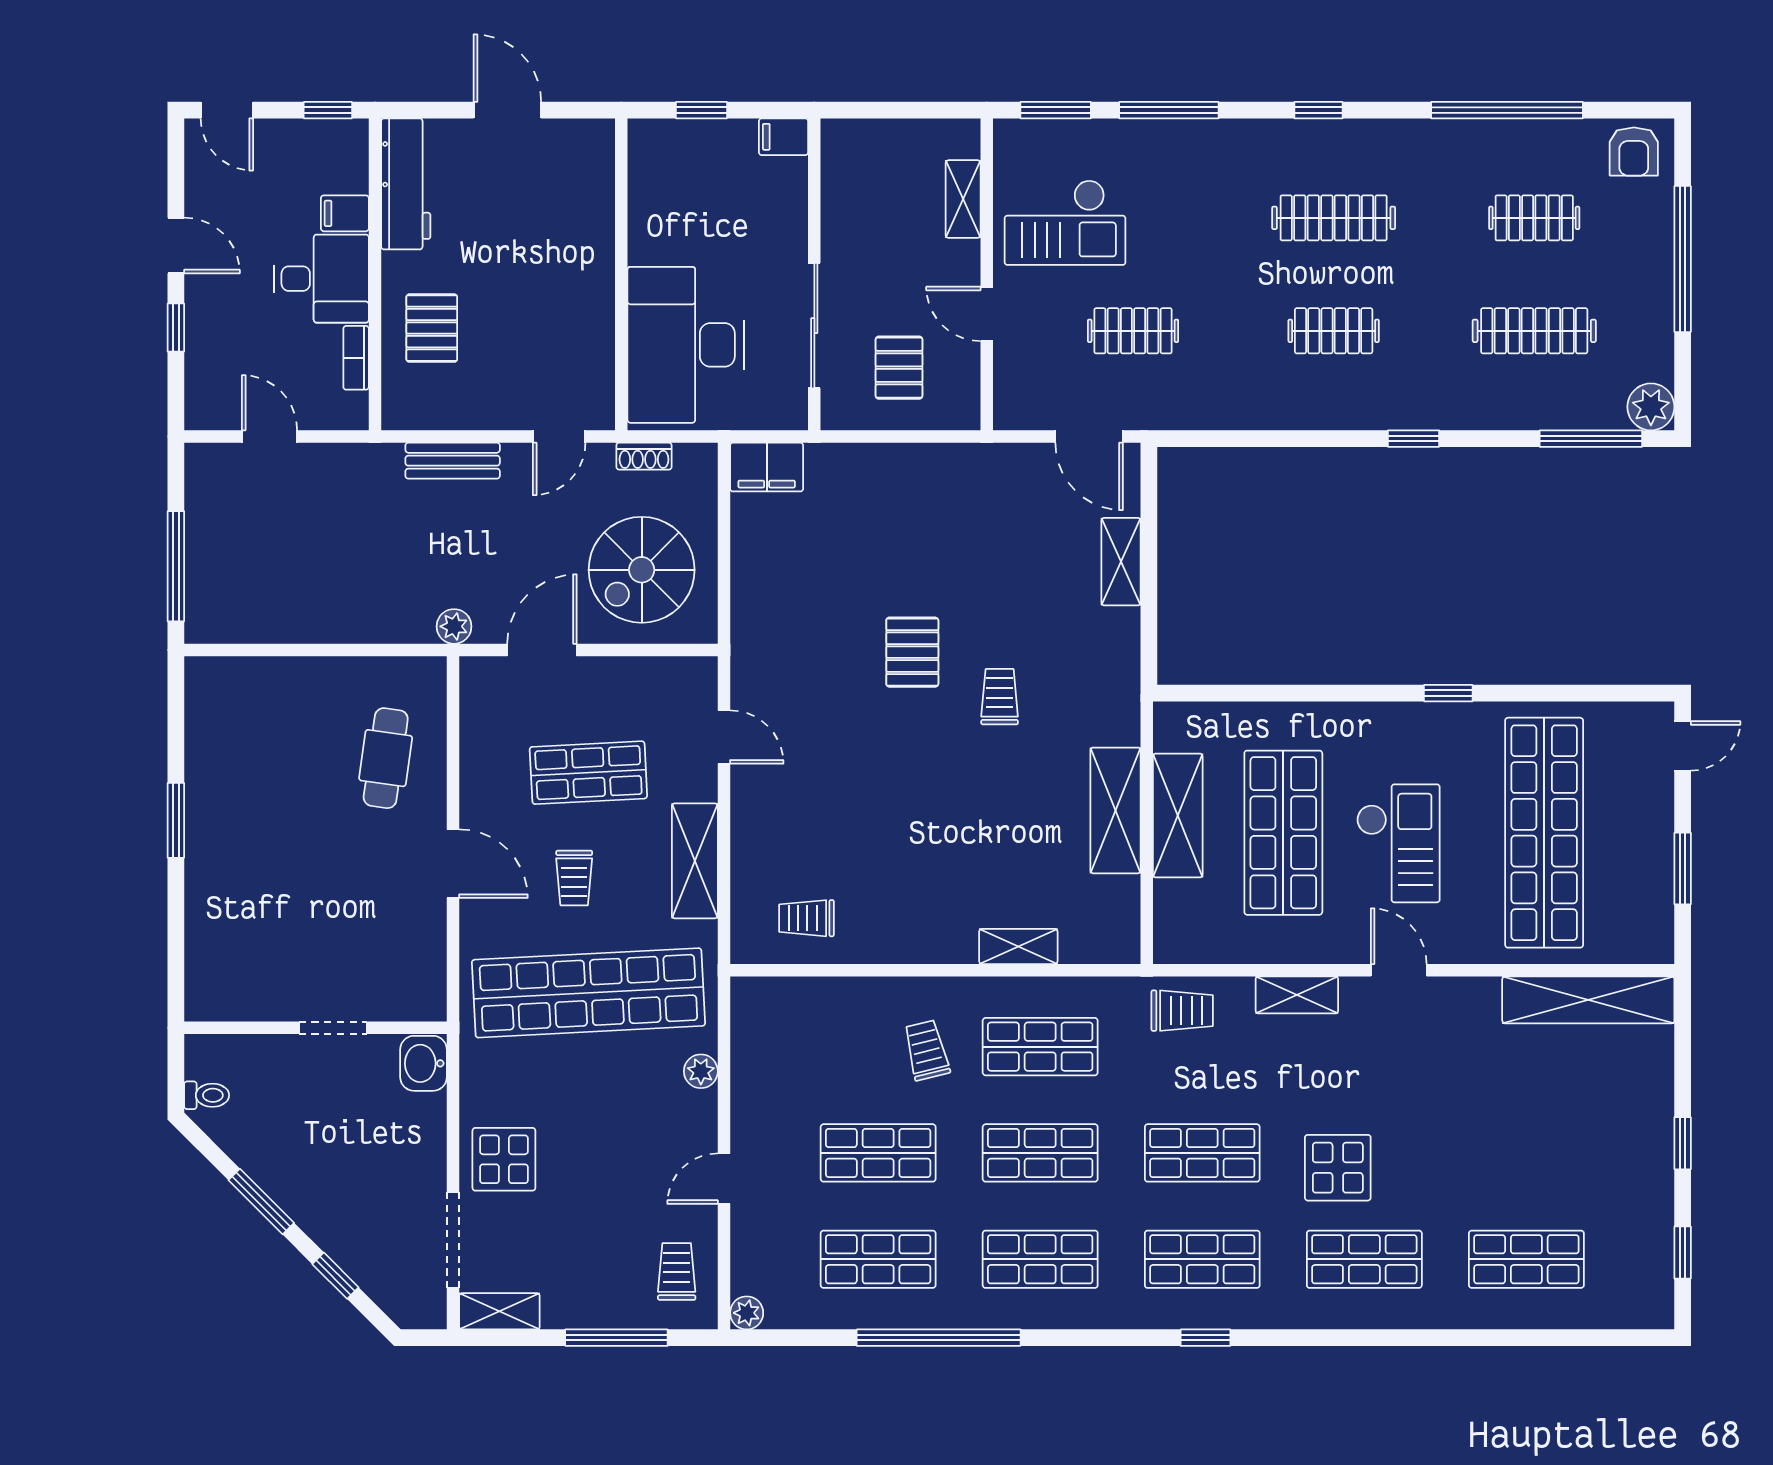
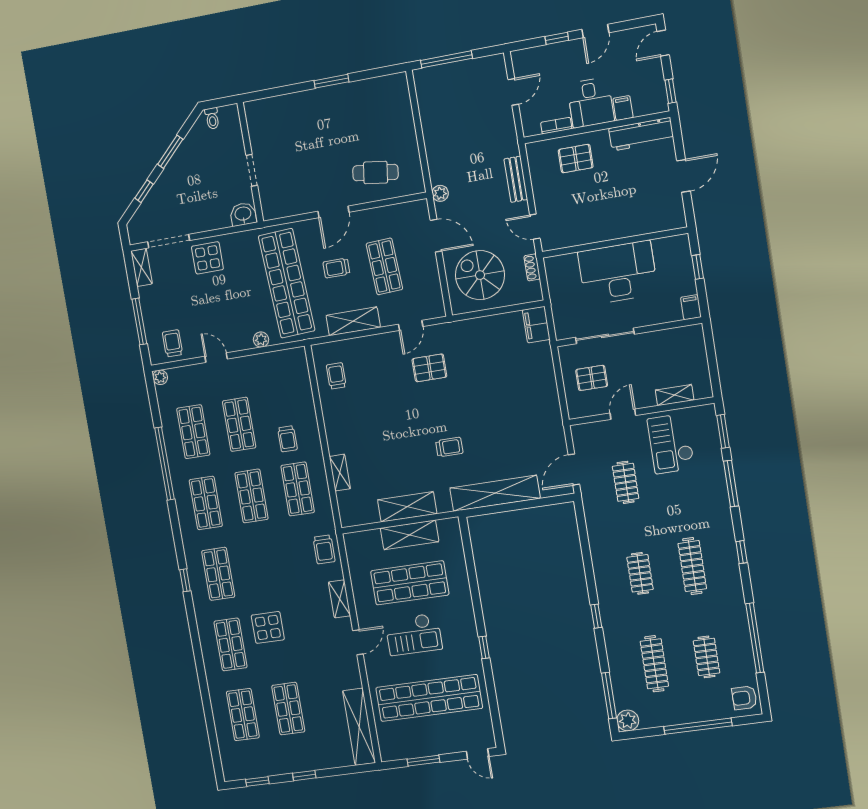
desk: (686, 345) -> (618, 273), moved
shelving: (1121, 562) -> (495, 493), width x2.20, depth x1.33
pallet: (912, 652) -> (429, 368), moved
trolley: (927, 1050) -> (287, 439), turned 104
shop shelf: (1202, 1153) -> (288, 709), moved
trolley: (677, 1271) -> (172, 343), turned -90

